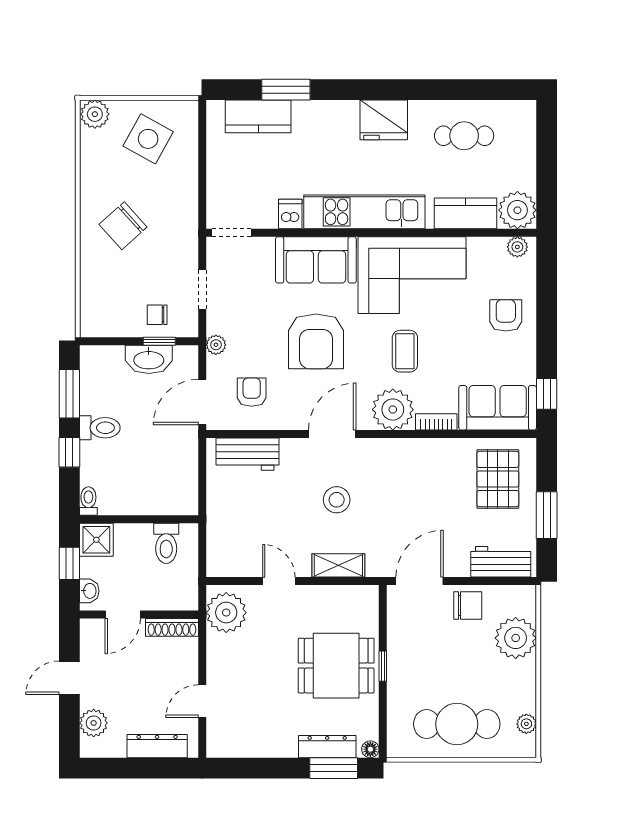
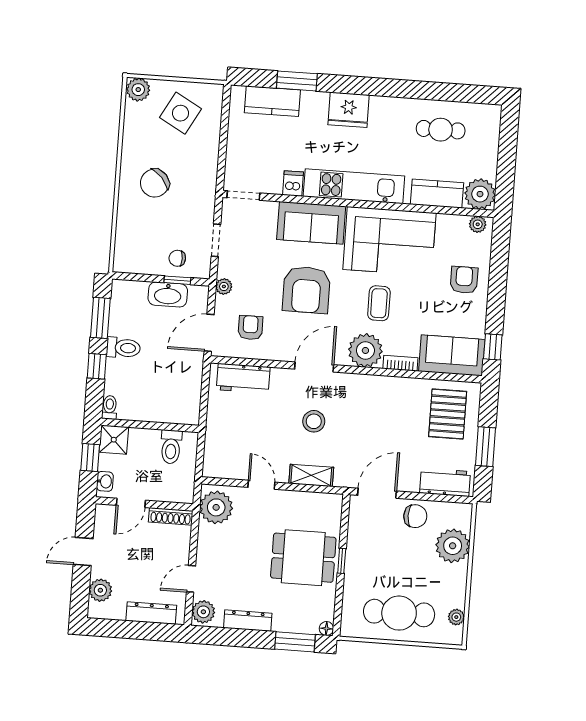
fridge: (384, 120) -> (349, 110), moved
plant: (220, 740) -> (203, 612), added
dresser: (327, 747) -> (248, 621), moved

